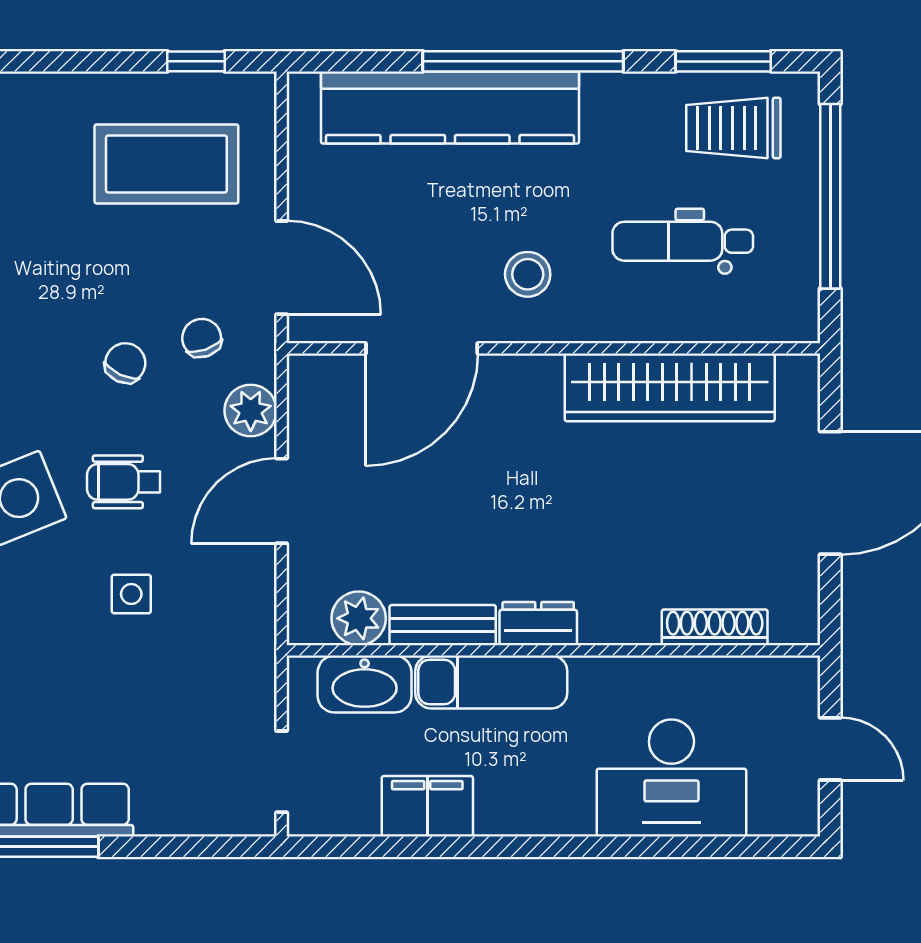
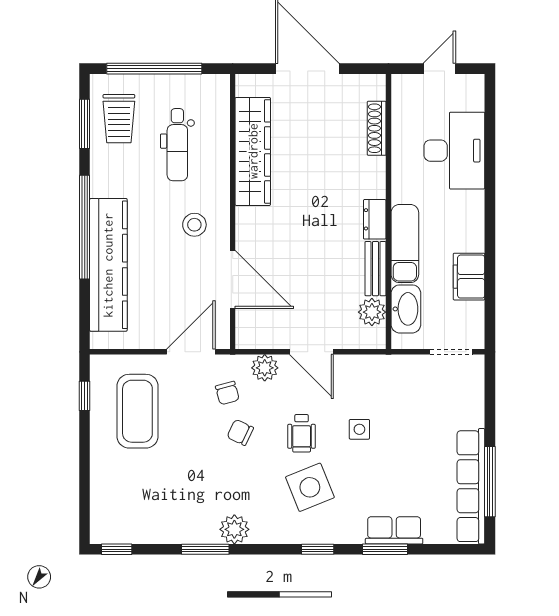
chair: (202, 338) -> (227, 393), turned -86

